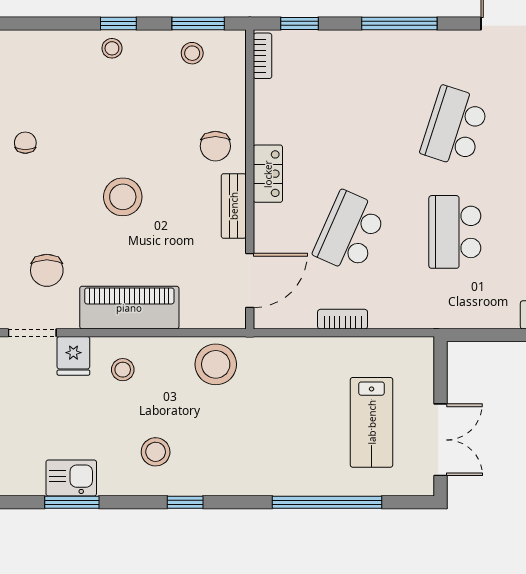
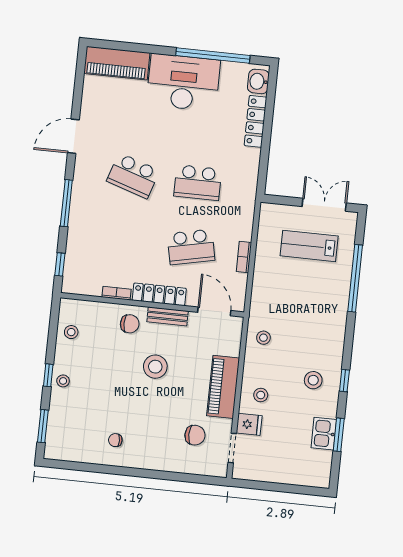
window: (198, 23) -> (43, 426), moved
bookcase: (263, 56) -> (116, 293), moved
locker: (268, 174) -> (159, 294), width x1.53
stool: (123, 197) -> (155, 367), moved
school desk: (350, 232) -> (191, 247), turned -36
stool: (216, 364) -> (263, 338), width x0.53, depth x0.53
lab bench: (372, 422) -> (309, 246), turned 180
window: (185, 502) -> (344, 381), moved

